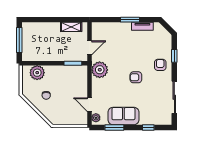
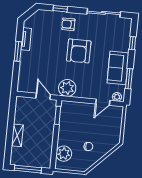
shelving: (71, 27) -> (17, 135), moved
armchair: (136, 77) -> (79, 51), width x1.88, depth x1.88

